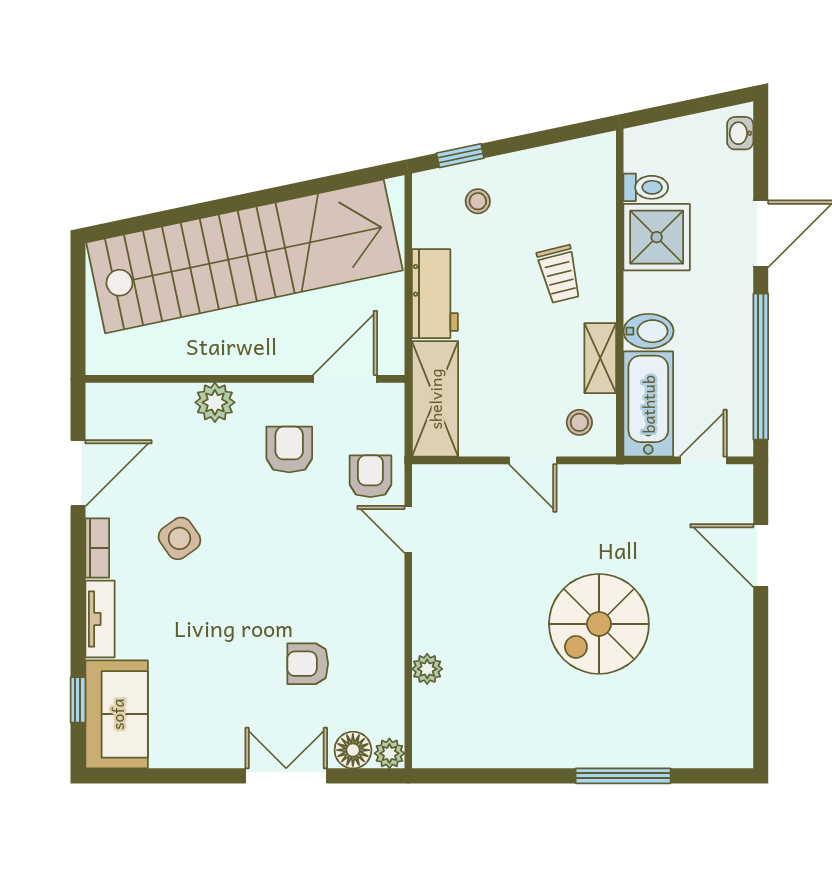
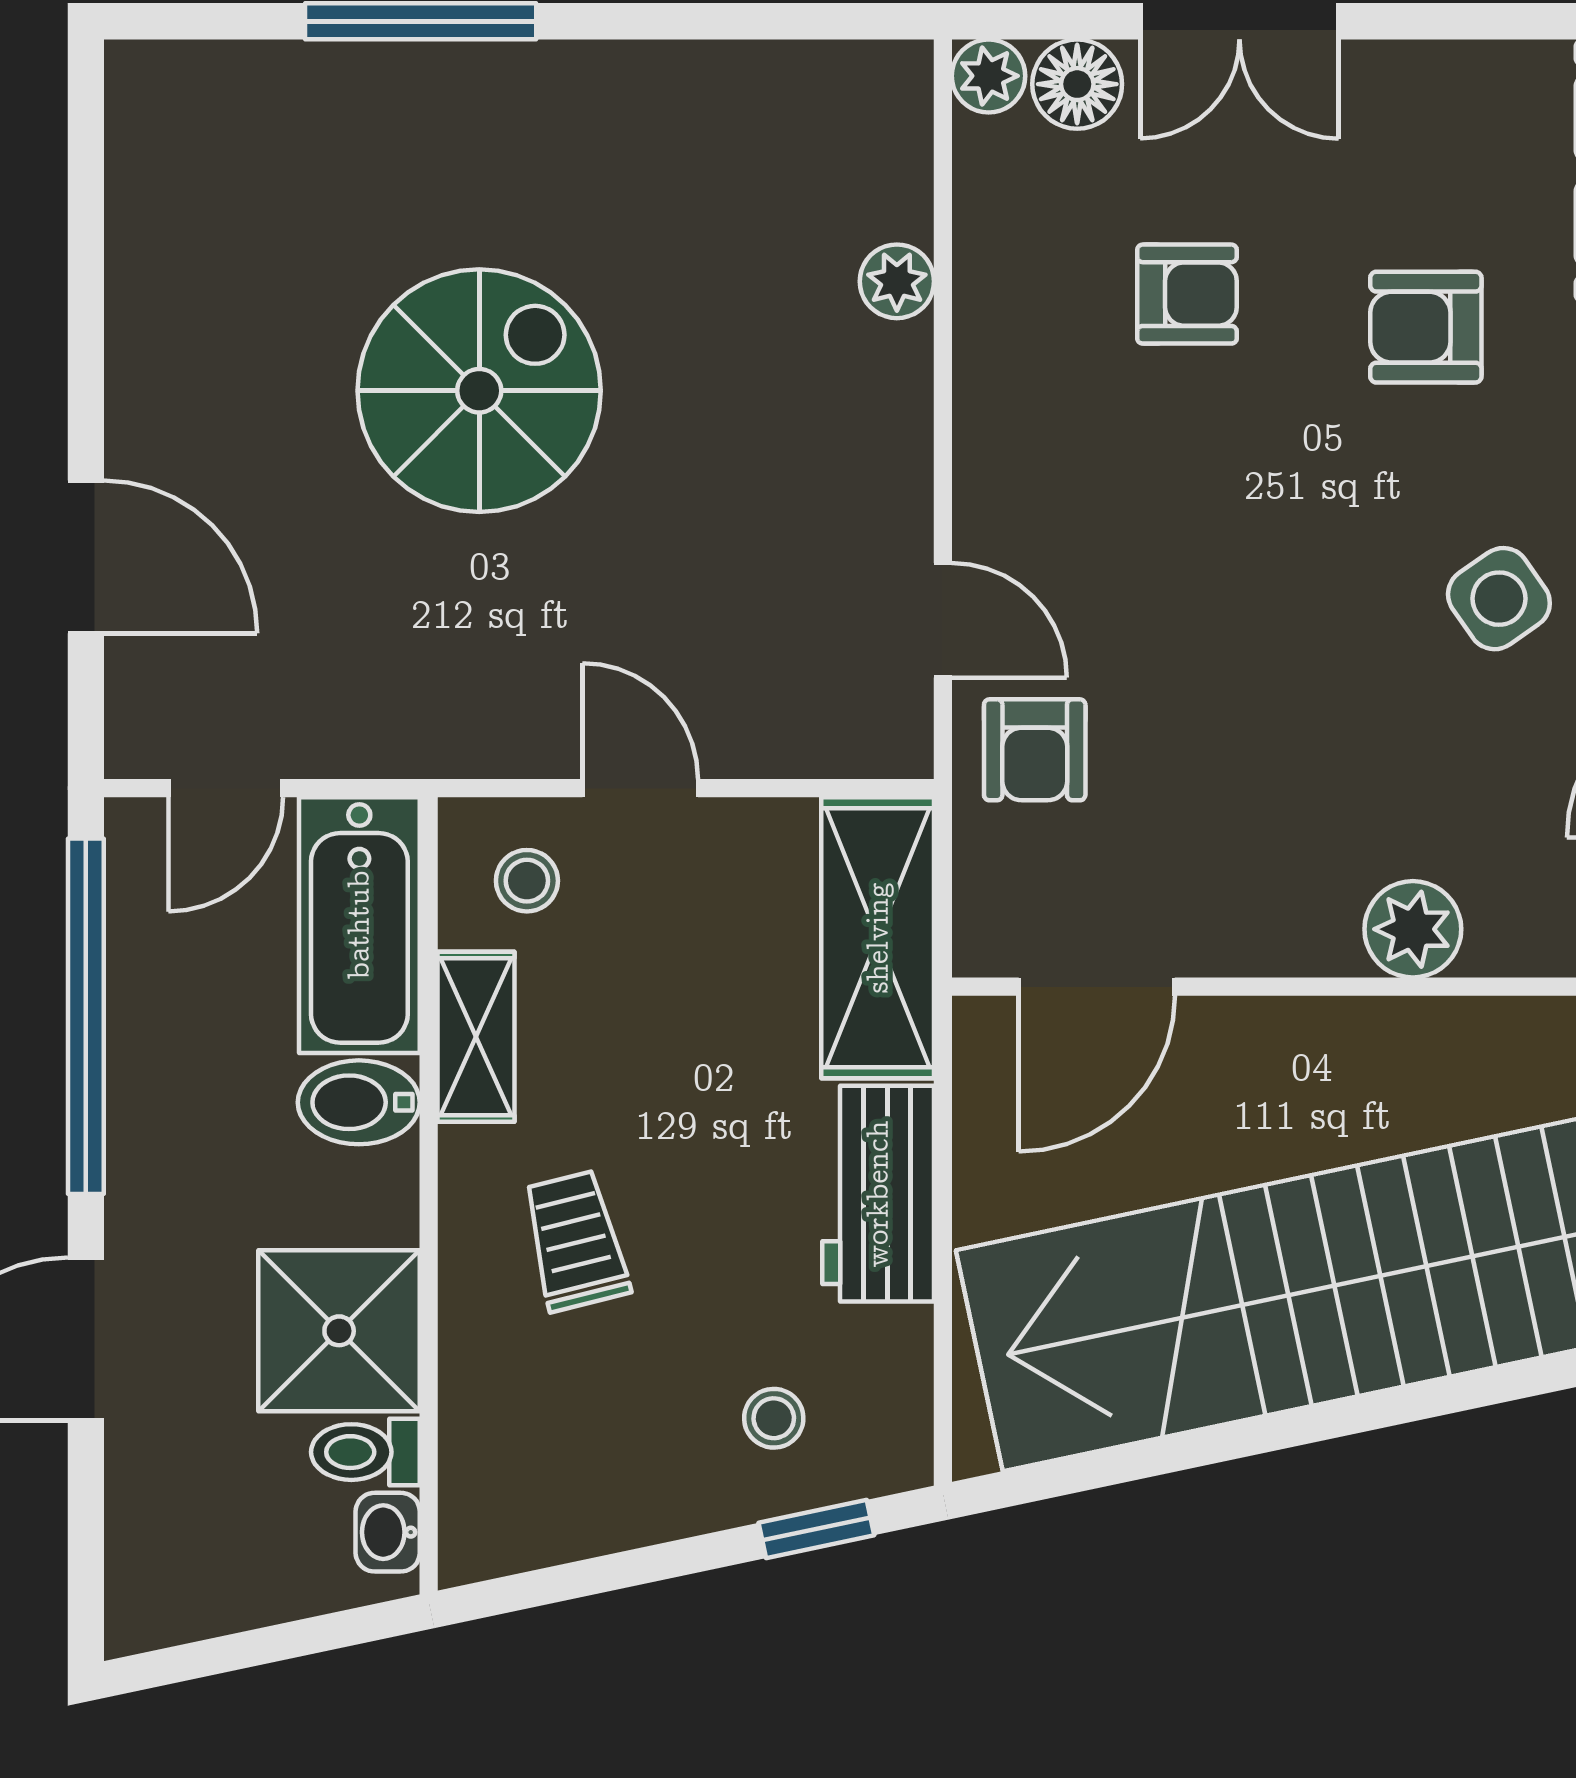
washbasin: (740, 133) -> (388, 1532), moved, turned 180
armchair: (289, 449) -> (1426, 327), moved, turned 90

